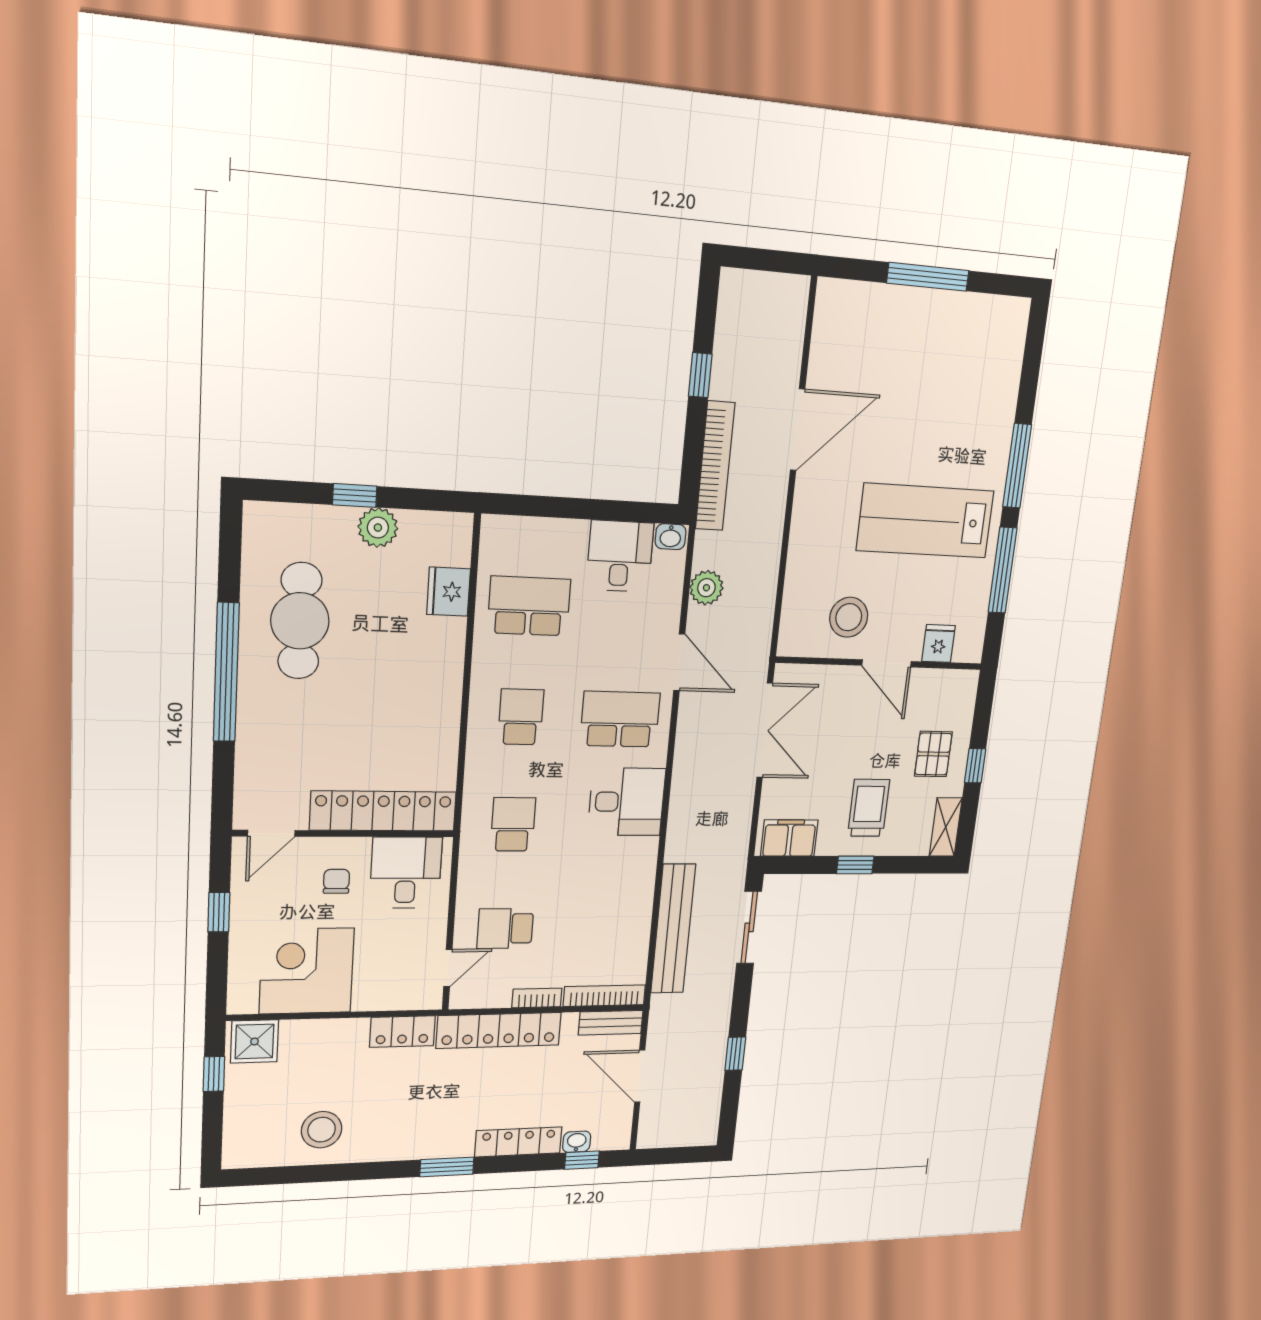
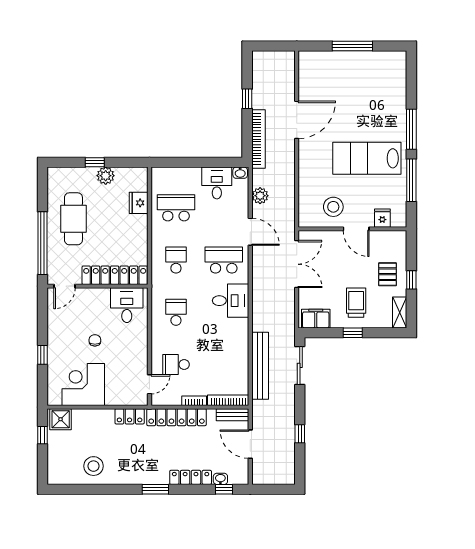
locker: (383, 811) -> (115, 275), moved
door: (271, 833) -> (65, 286), moved
wall: (345, 834) -> (98, 286), moved
desk: (406, 873) -> (127, 305), moved

